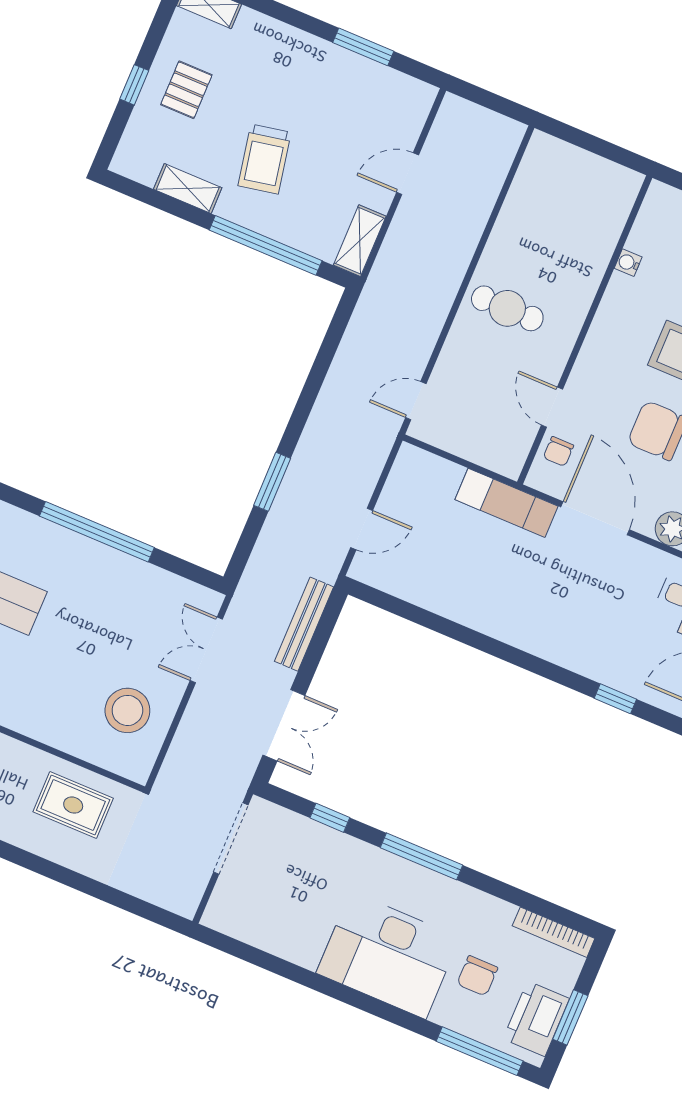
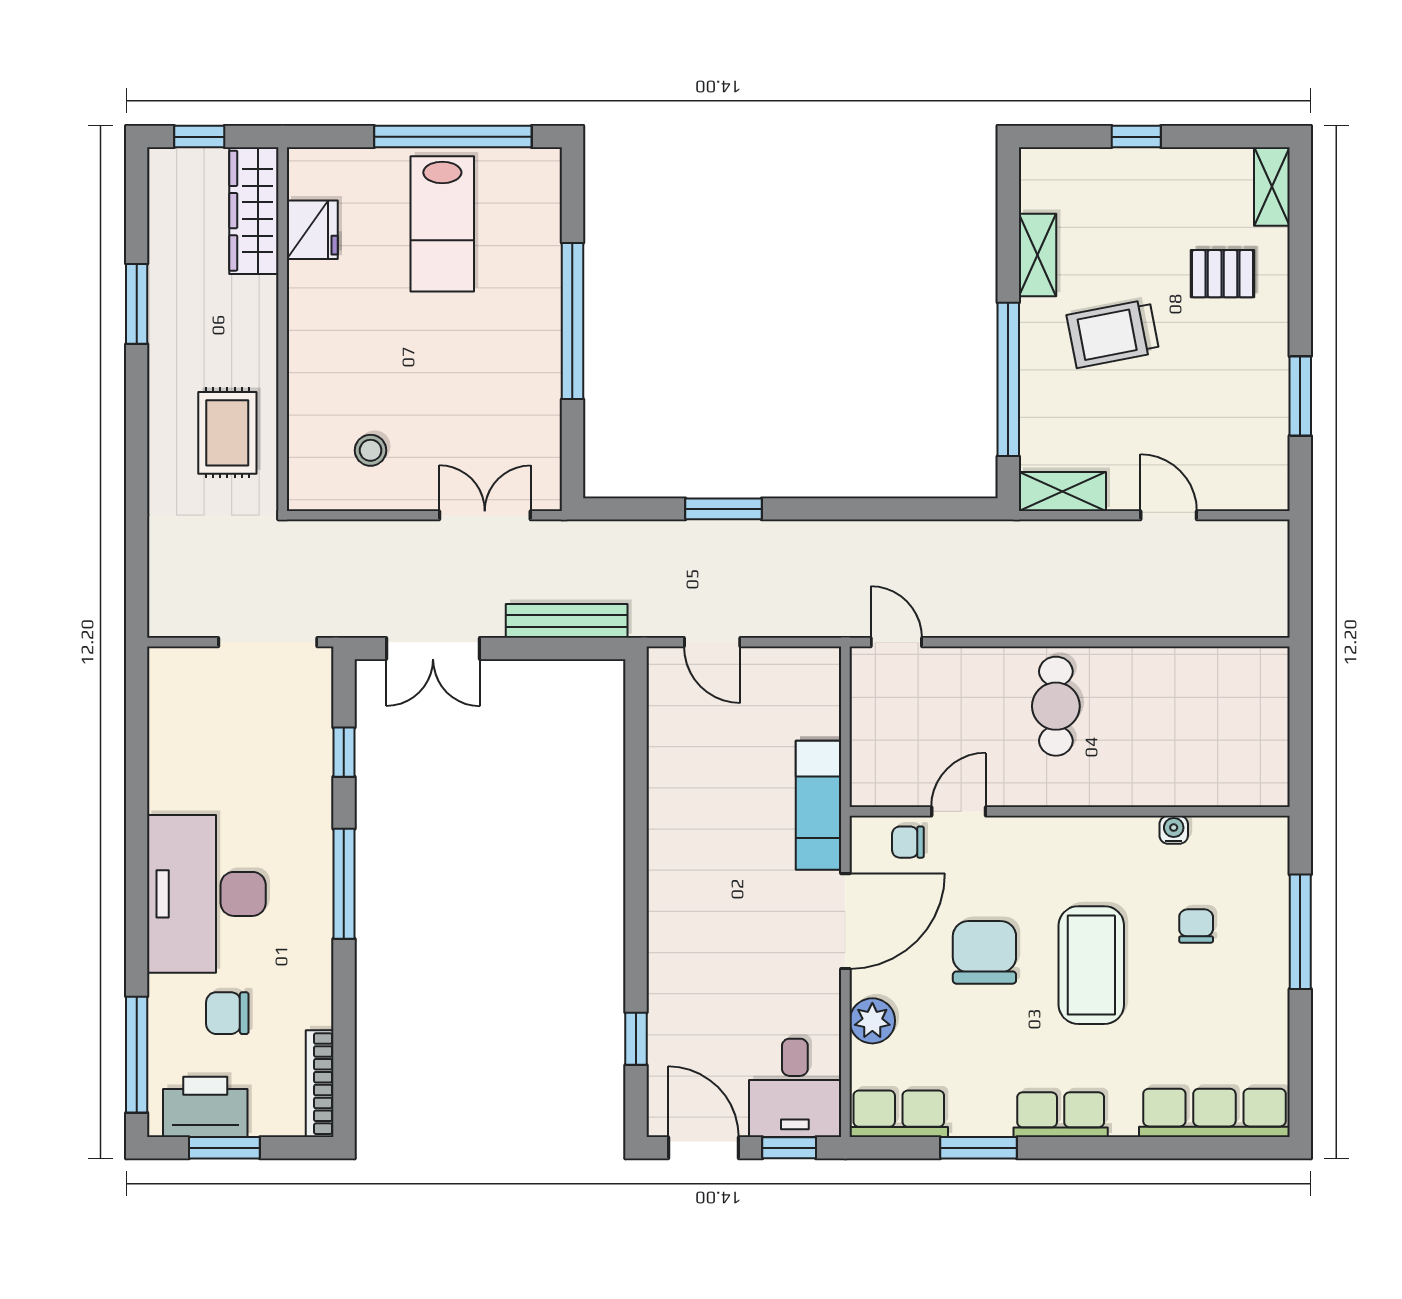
pallet: (186, 90) -> (1223, 274), moved
stool: (127, 710) -> (371, 450), width x0.53, depth x0.53

